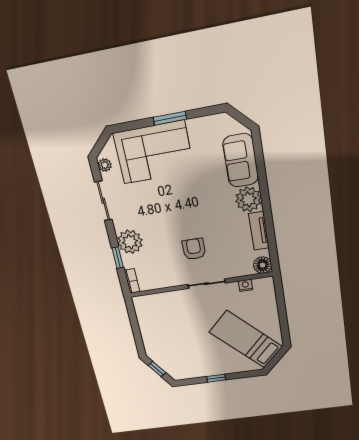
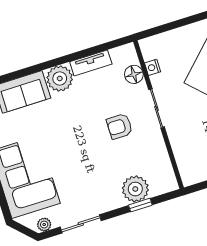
plant: (130, 242) -> (135, 189), moved
floor lamp: (263, 265) -> (134, 74), moved
bookcase: (132, 281) -> (165, 188), removed

